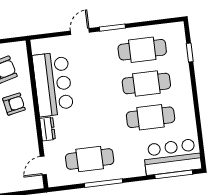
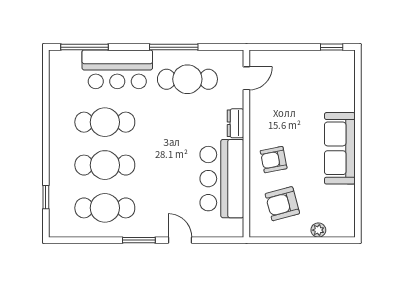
door: (80, 32) -> (180, 240), swing flipped
bar counter: (172, 157) -> (117, 69), moved

